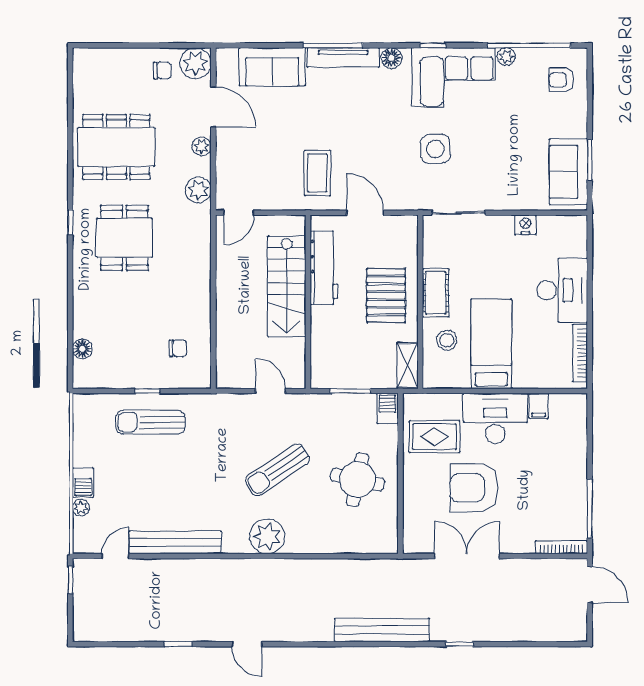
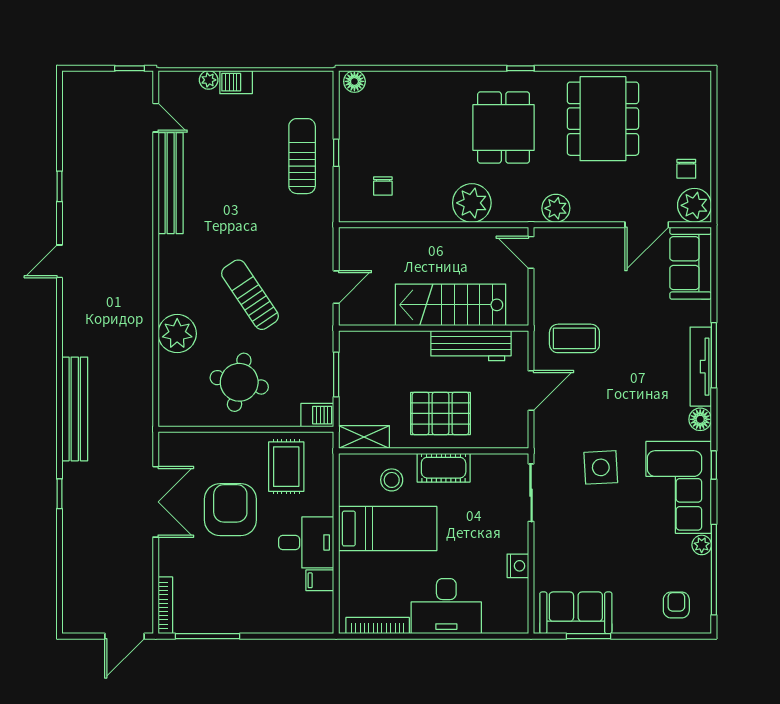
sofa: (272, 67) -> (691, 263), moved
plant: (202, 146) -> (472, 203), moved, width x1.88, depth x1.88
dining table: (124, 238) -> (504, 127), turned 90
floor lamp: (82, 349) -> (354, 81), moved
desk: (495, 418) -> (306, 542), width x0.73
plant: (267, 536) -> (177, 334), moved

